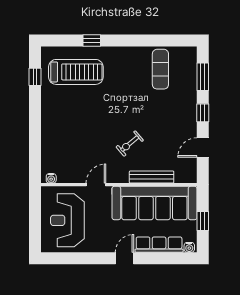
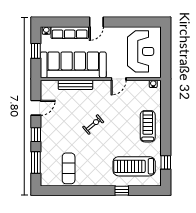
treadmill: (58, 124) -> (148, 126), added
exercise bike: (130, 144) -> (93, 124), moved

